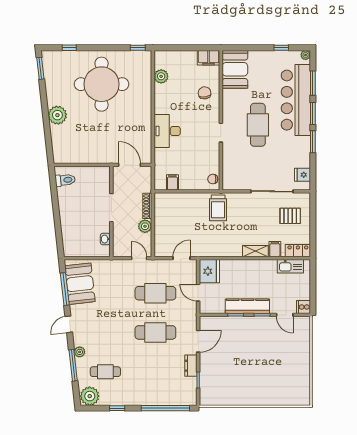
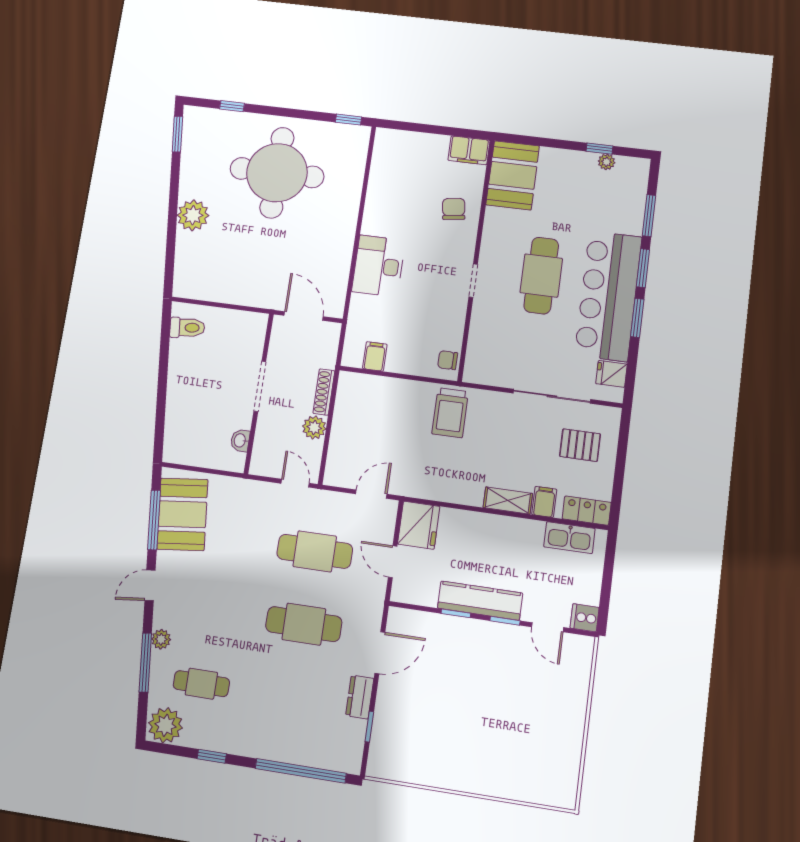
plant: (306, 55) -> (607, 162), moved
plant: (161, 76) -> (382, 172), removed
bar counter: (296, 100) -> (608, 296), moved

